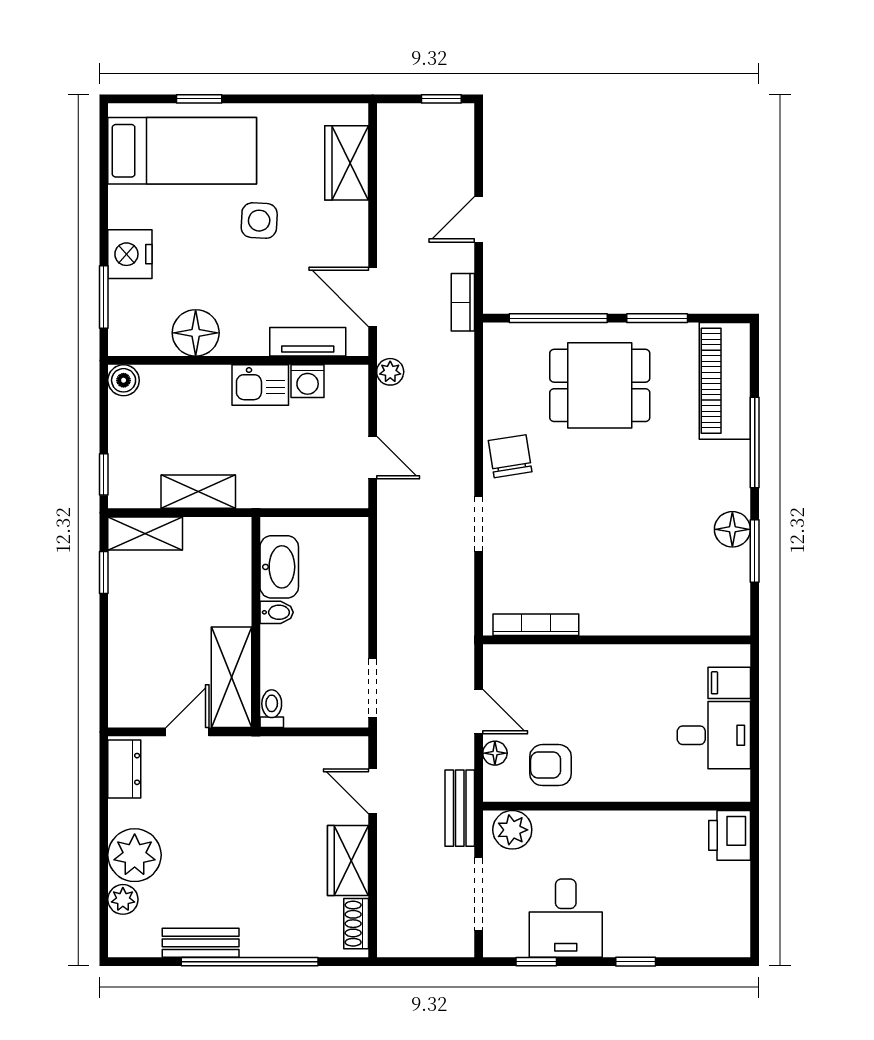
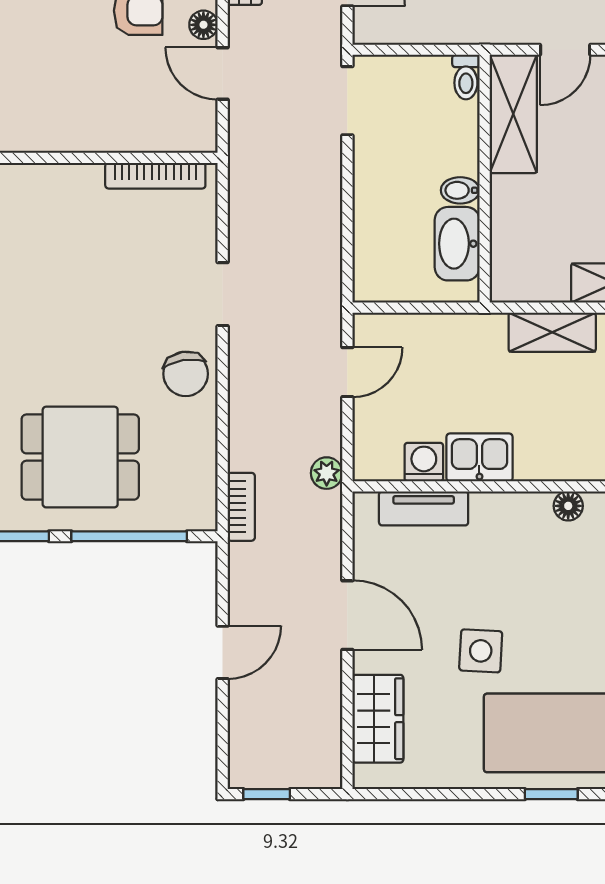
door: (373, 297) -> (347, 615), moved
bookcase: (463, 302) -> (241, 507), moved
floor lamp: (196, 333) -> (568, 506), width x0.53, depth x0.53
door: (373, 458) -> (347, 372), swing flipped

